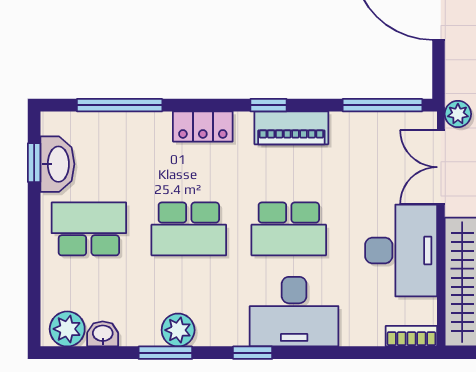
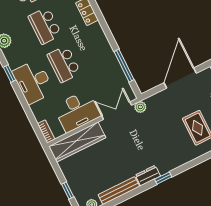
window: (268, 105) -> (108, 33), removed
window: (382, 105) -> (124, 66), moved
piano: (291, 128) -> (103, 46), removed

